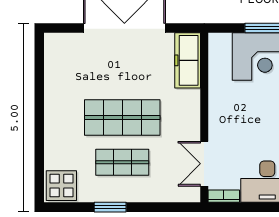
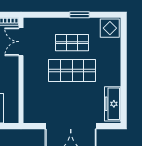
freezer: (188, 60) -> (113, 104), moved, turned 180
double door: (204, 164) -> (21, 42), swing flipped

